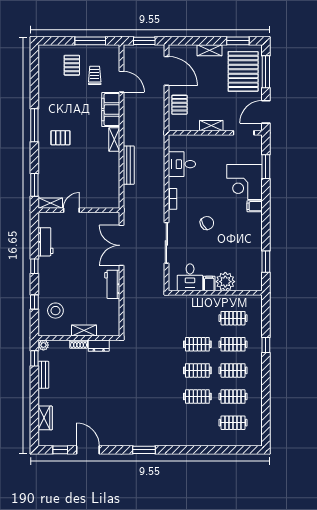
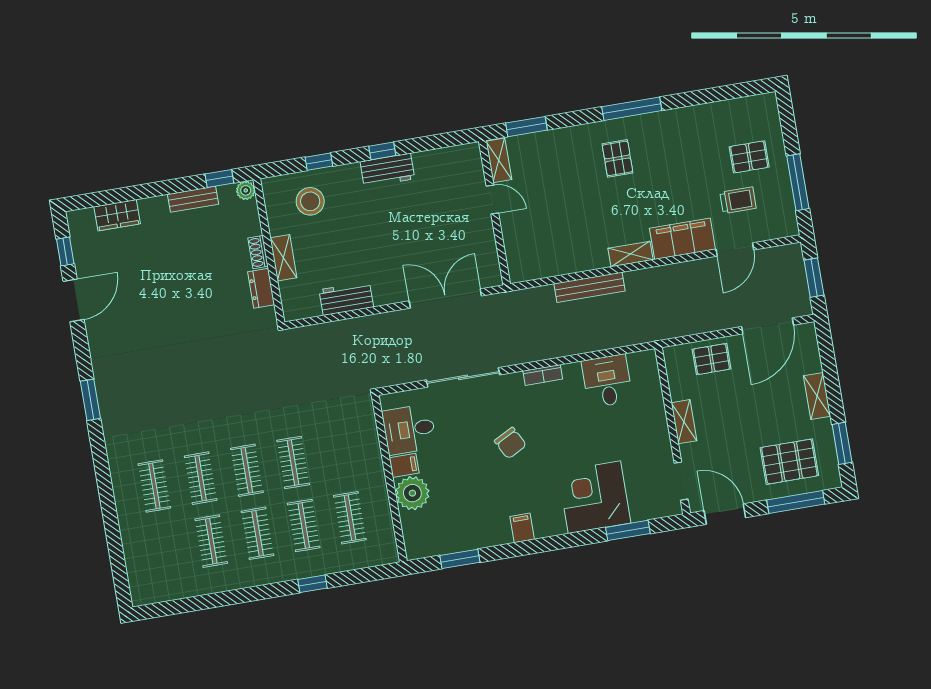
pallet: (243, 71) -> (789, 462), width x0.73, depth x0.71
filing cabinet: (255, 206) -> (522, 528), moved
workbench: (46, 242) -> (387, 170), moved
workbench: (112, 284) -> (346, 298), moved
clothes rail: (233, 423) -> (154, 486), moved

